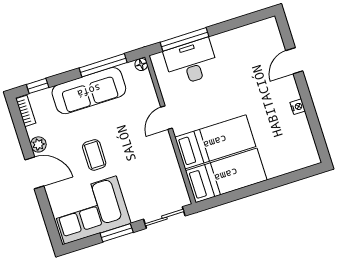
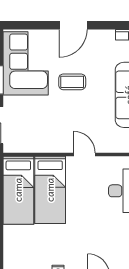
plant: (38, 144) -> (96, 36), removed

